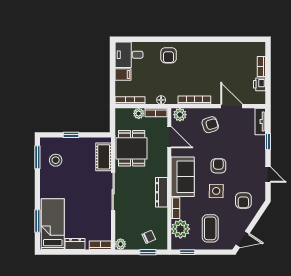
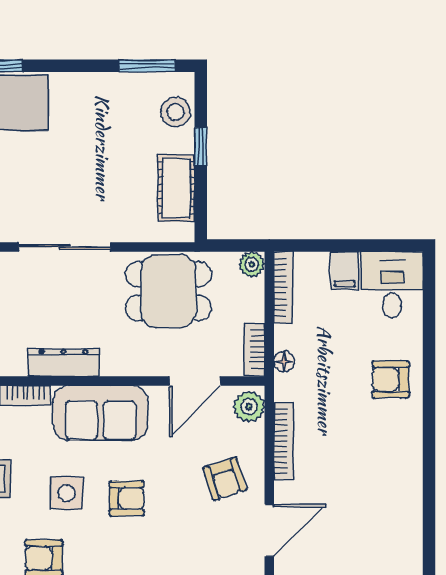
plant: (139, 113) -> (252, 264), moved
cot: (104, 157) -> (176, 188), moved, turned 90
stool: (56, 160) -> (176, 112), moved

